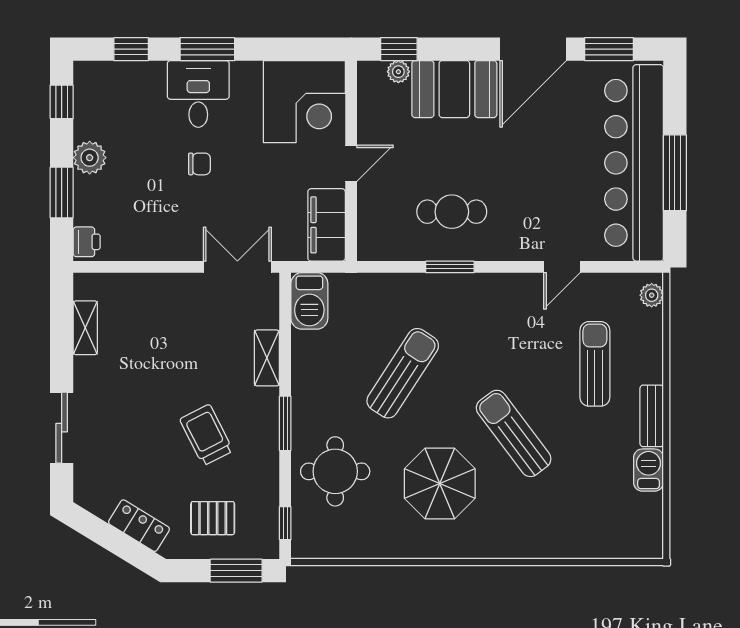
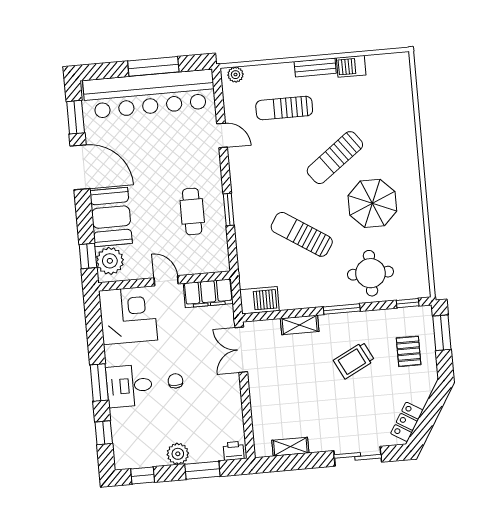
plant: (398, 72) -> (110, 261), width x1.88, depth x1.88
locker: (139, 526) -> (407, 422), moved

